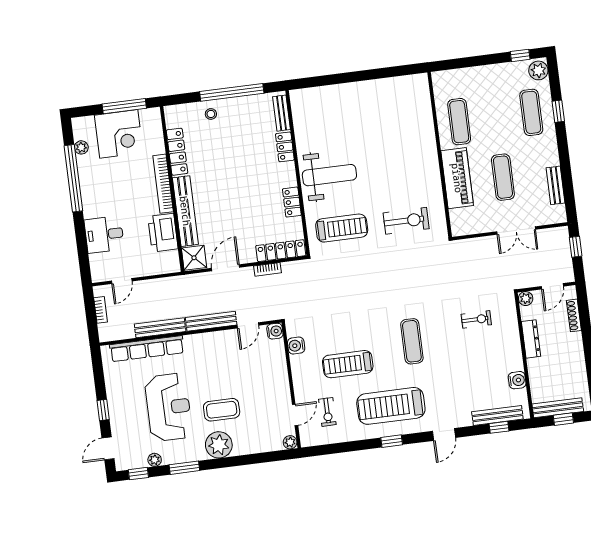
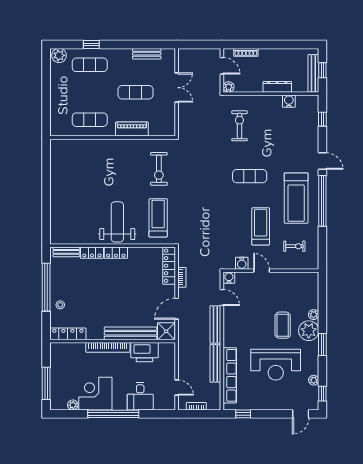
window: (520, 55) -> (46, 68), removed
window: (124, 106) -> (46, 383), moved
corner desk: (119, 134) -> (95, 394), moved, turned -90
locker: (177, 152) -> (68, 334), moved
window: (73, 178) -> (113, 414), moved
piano: (457, 178) -> (132, 129), width x0.73, depth x0.75
locker: (292, 202) -> (116, 253), moved
exercise bike: (406, 221) -> (159, 169), turned 180
window: (576, 247) -> (195, 45), removed
door: (226, 268) -> (177, 309), hinge flipped
exercise bike: (476, 319) -> (239, 126), width x1.38, depth x1.39
dresser: (531, 339) -> (277, 87), moved
treadmill: (348, 364) -> (261, 226), turned 180
reception desk: (169, 407) -> (276, 365), turned 180
window: (103, 410) -> (243, 414), moved
door: (295, 415) -> (262, 271), moved
bench: (497, 415) -> (313, 119), removed
window: (392, 441) -> (322, 201), width x3.17
plant: (290, 442) -> (314, 315), moved
door: (108, 448) -> (301, 414), hinge flipped
window: (184, 468) -> (322, 344), moved

